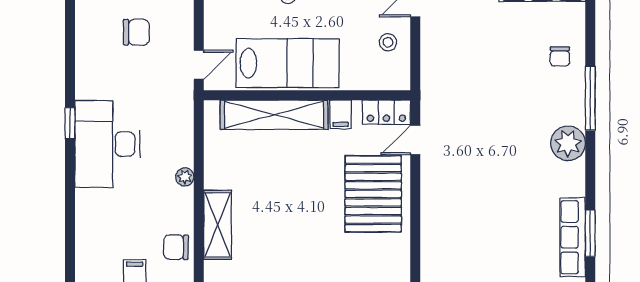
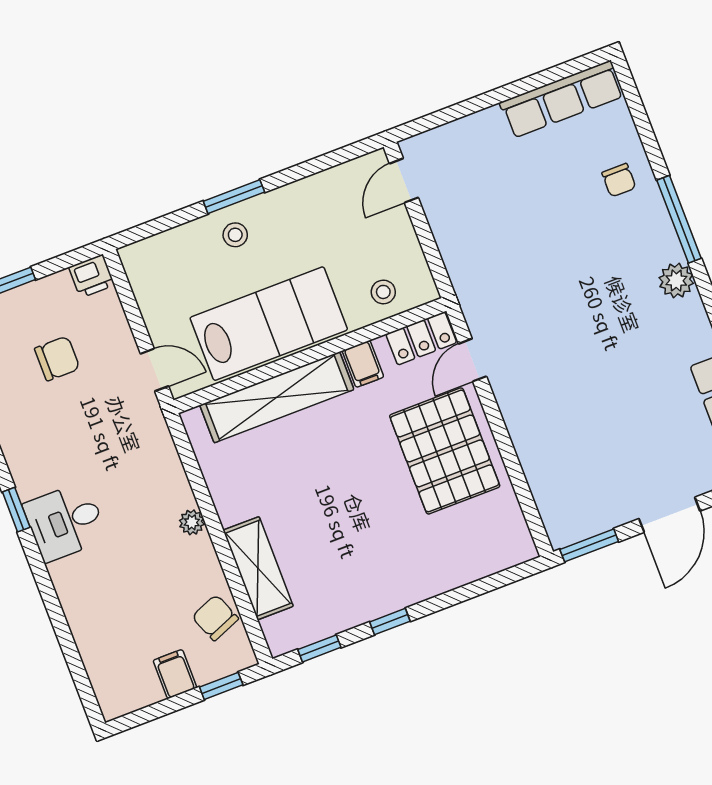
stool: (388, 42) -> (383, 292), moved
door: (199, 65) -> (154, 370), hinge flipped
plant: (568, 143) -> (676, 281), width x0.73, depth x0.73
desk: (107, 144) -> (65, 522), width x0.53, depth x0.77
chair: (176, 247) -> (215, 618), turned 67

